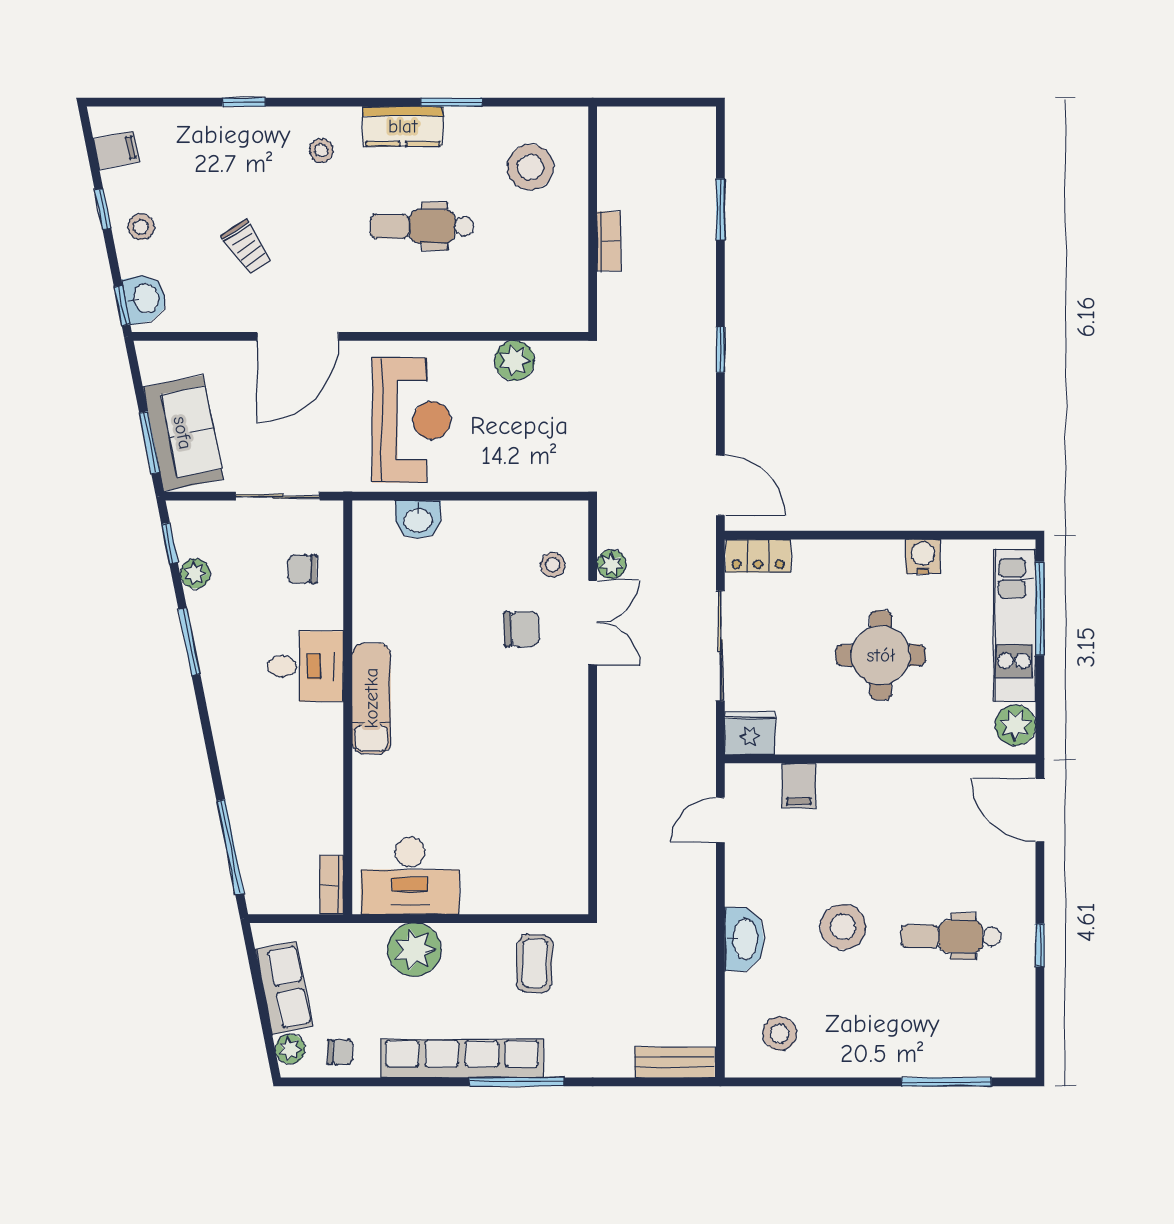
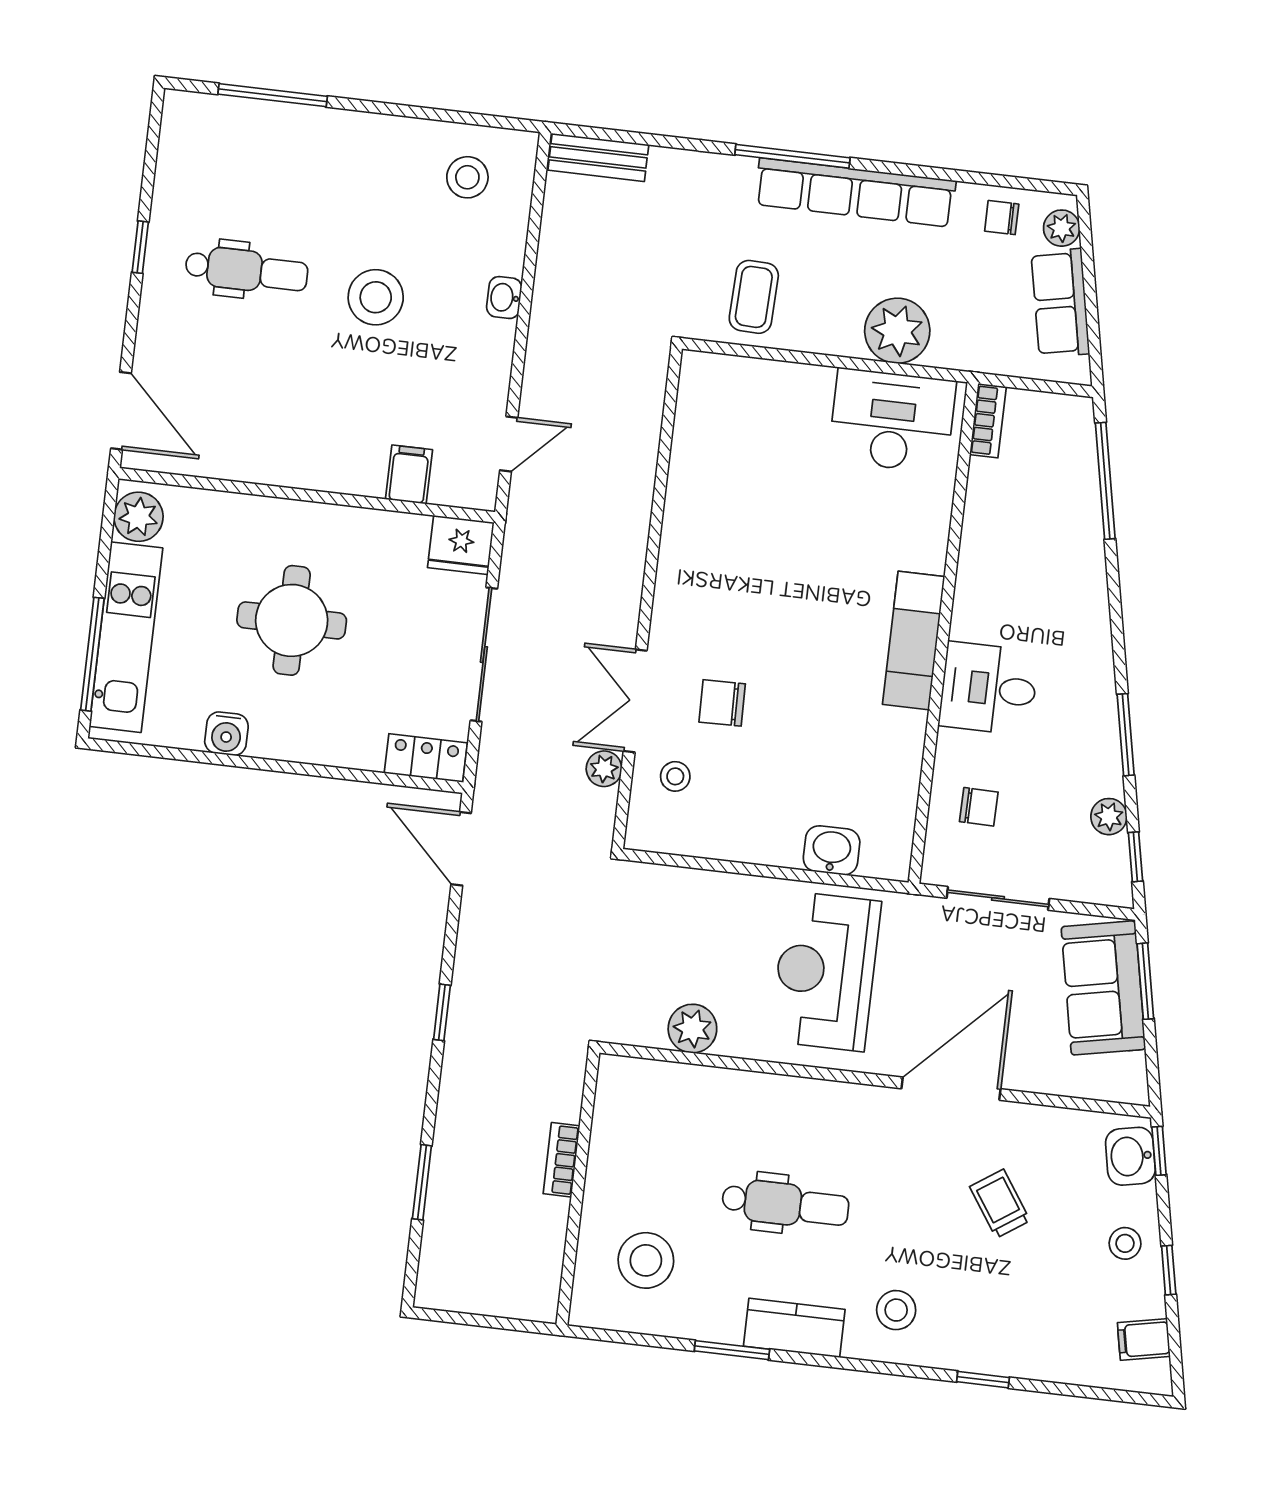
stool: (321, 151) -> (896, 1310), width x1.37, depth x1.37
washbasin: (744, 939) -> (504, 298), width x0.52, depth x0.69

